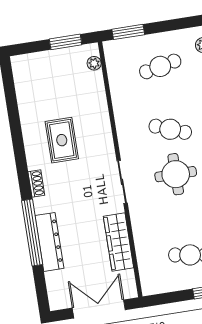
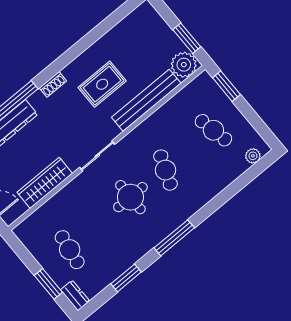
plant: (94, 63) -> (184, 65), width x1.87, depth x1.87
bench: (99, 110) -> (146, 100), added

